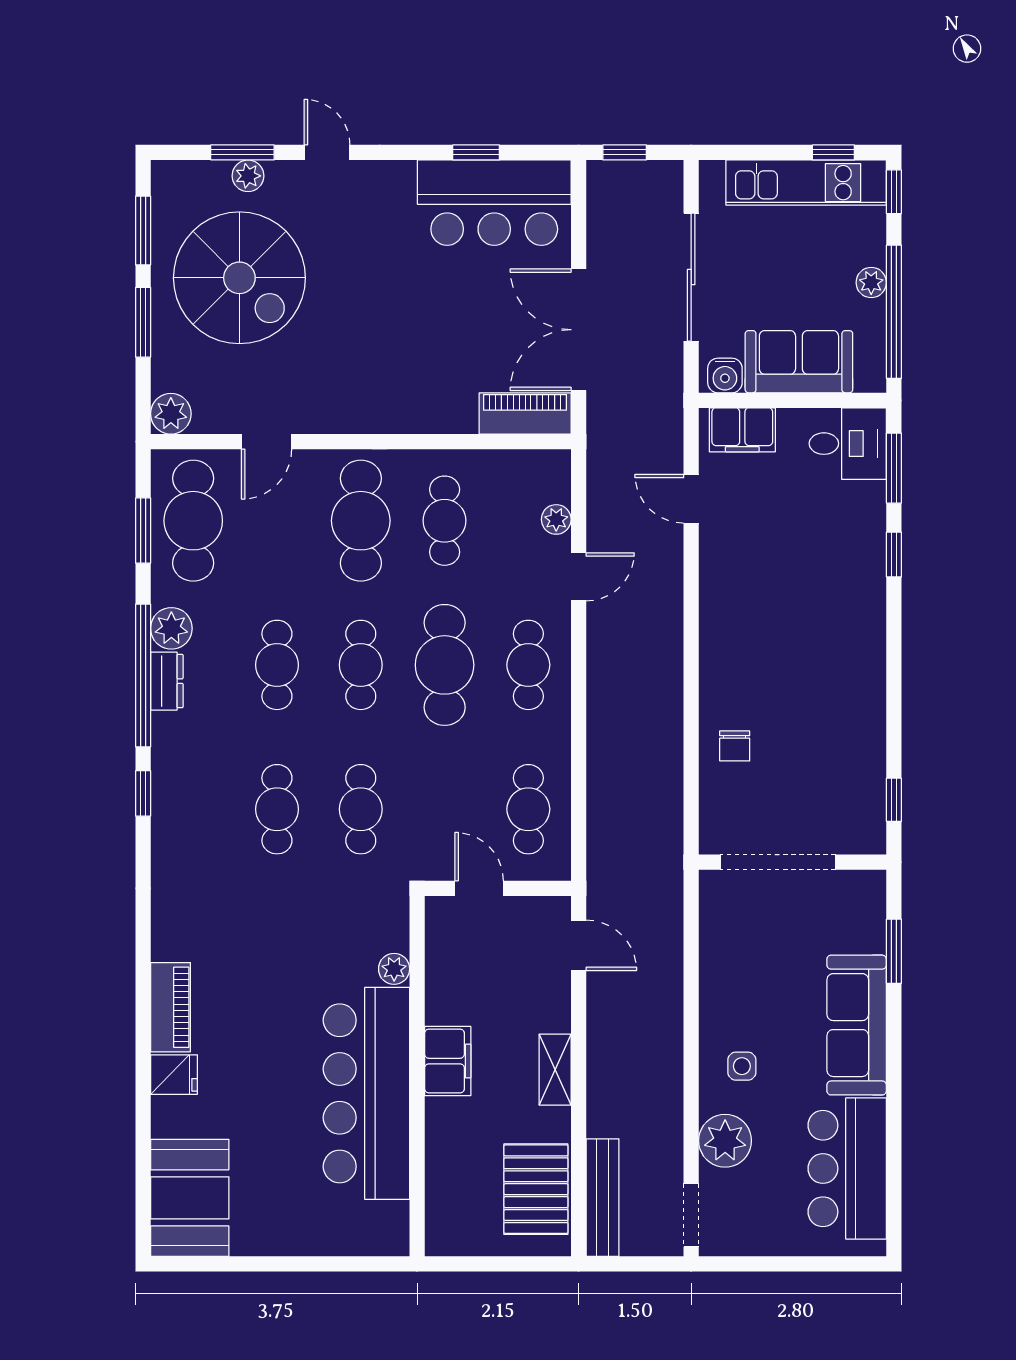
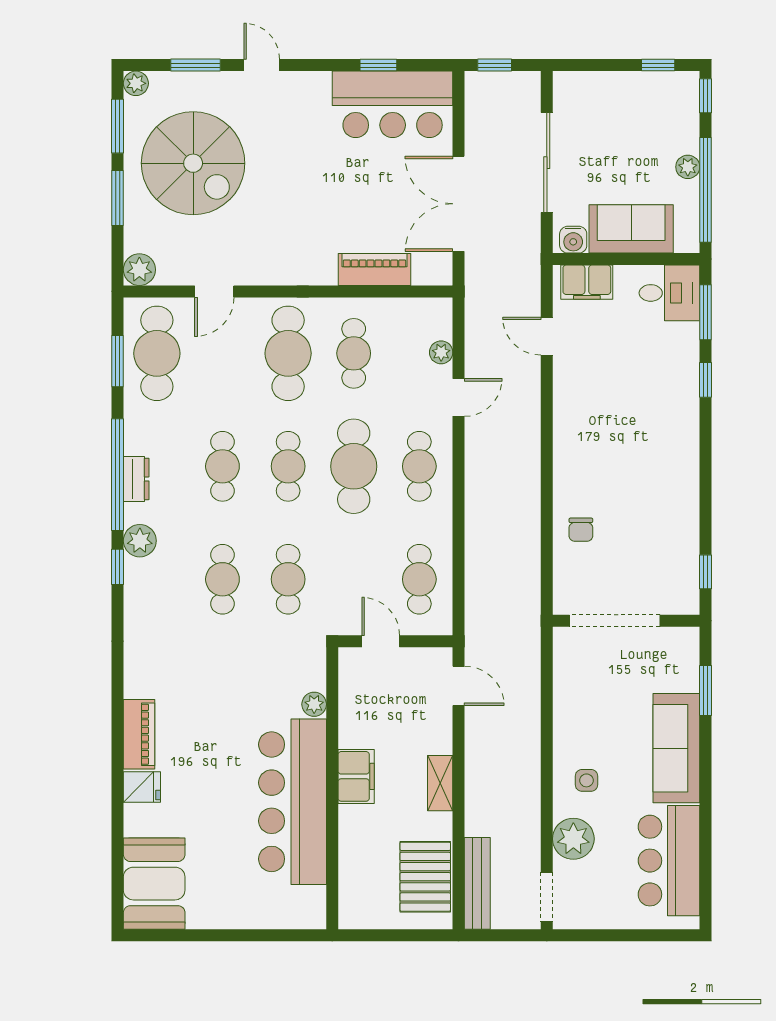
plant: (248, 176) -> (136, 83), moved
kitchen unit: (806, 183) -> (637, 89), removed
piano: (525, 413) -> (374, 269), moved
plant: (171, 628) -> (140, 541), moved

